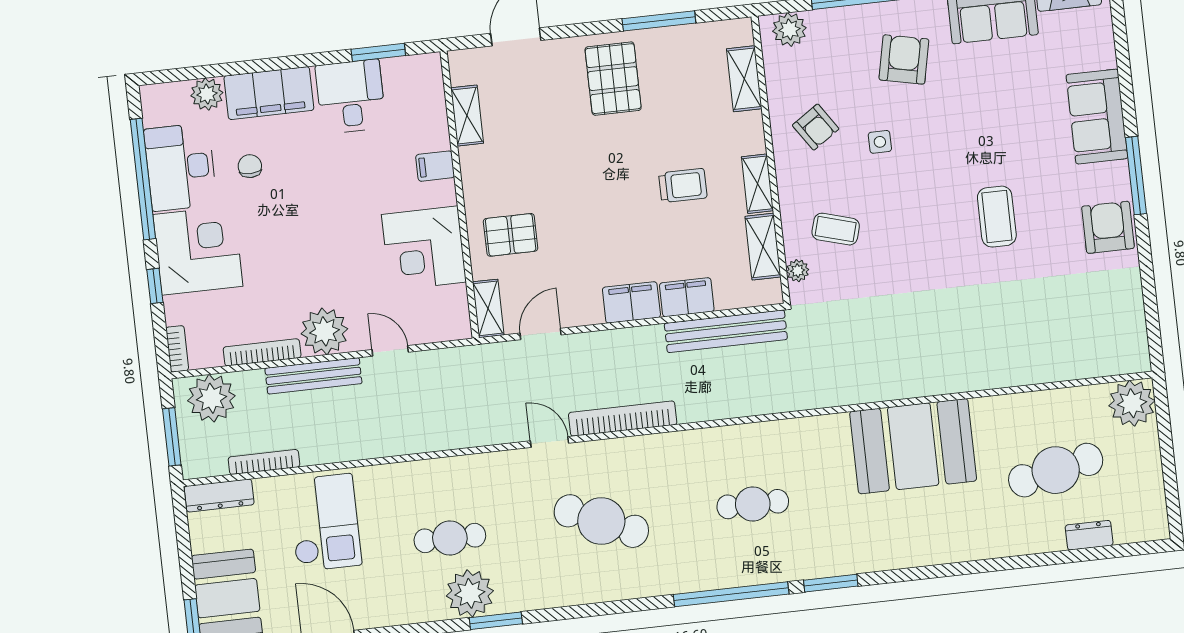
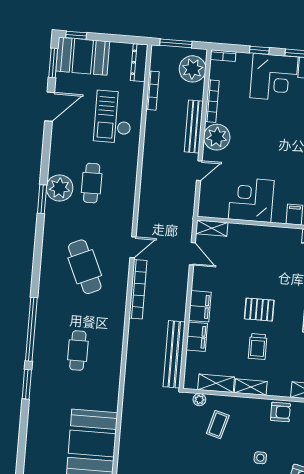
armchair: (816, 127) -> (280, 412), moved, turned -146
pallet: (511, 235) -> (259, 310), moved, turned 90
cafe table: (601, 521) -> (85, 267), turned -48
checkout: (325, 523) -> (113, 117), turned 90

